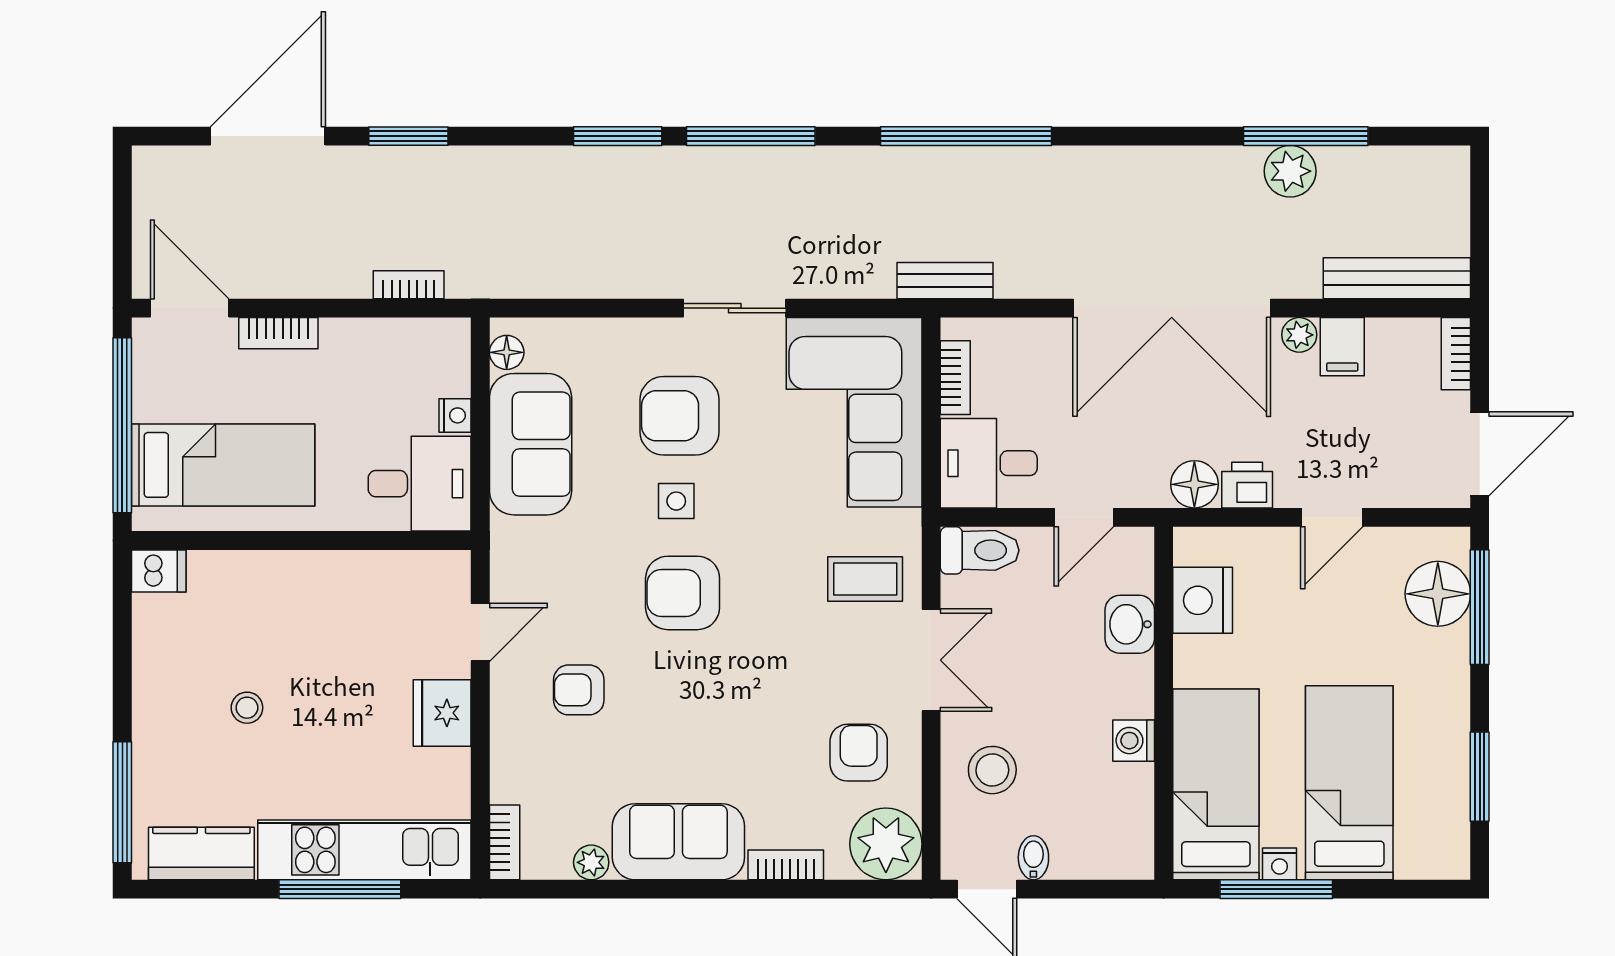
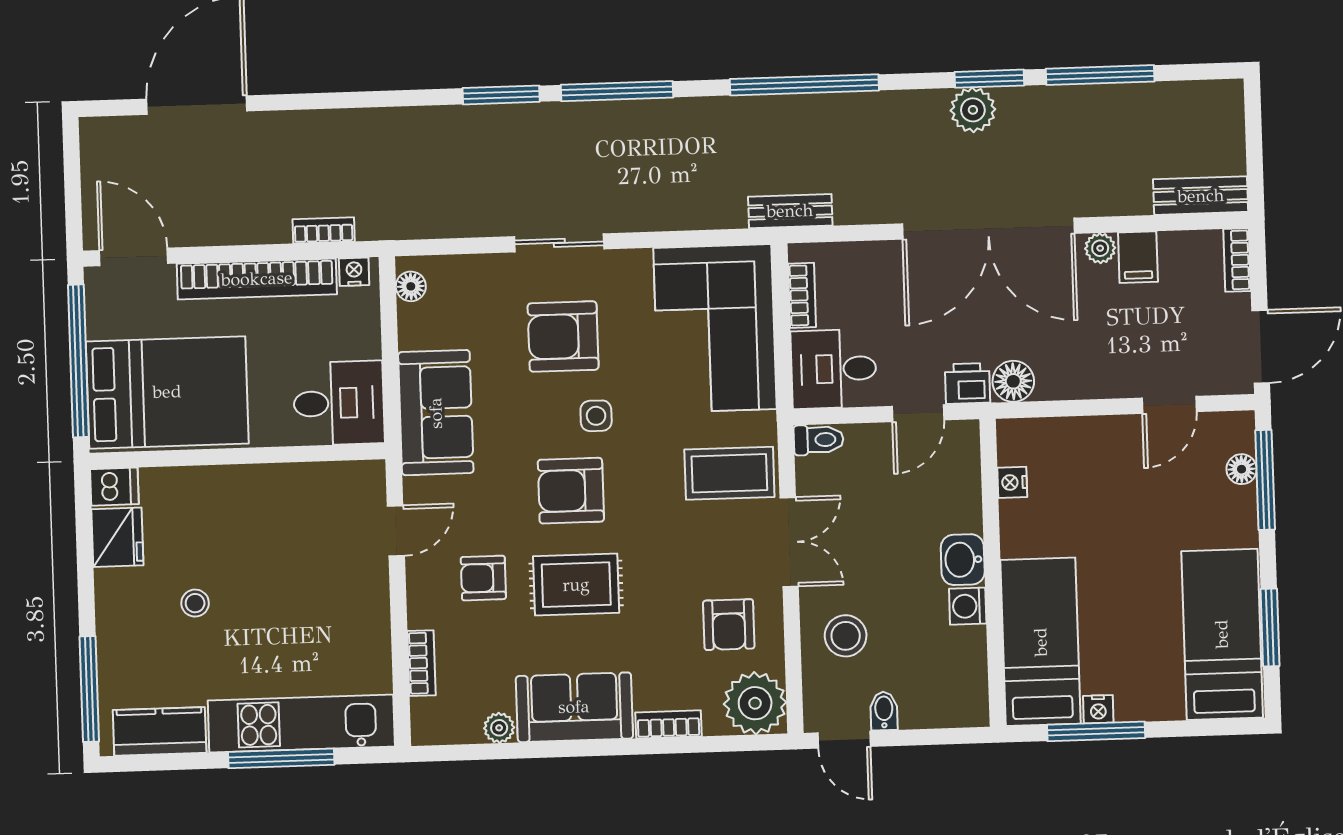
window: (408, 136) -> (989, 79), moved
plant: (1290, 171) -> (973, 110), moved
bench: (1397, 278) -> (1201, 196), width x0.73
sliding door: (735, 308) -> (559, 243), moved
bookcase: (278, 333) -> (257, 279), width x2.31, depth x1.31
nightstand: (455, 415) -> (354, 272), moved, turned -90
sofa: (531, 444) -> (436, 413), moved
bed: (223, 465) -> (167, 392), width x1.50
printer: (1247, 485) -> (967, 383), moved
side table: (676, 501) -> (596, 416), moved
door: (1332, 517) -> (1169, 405), moved
toilet: (980, 550) -> (818, 440), width x0.73, depth x0.72
coffee table: (865, 579) -> (729, 473), width x1.36, depth x1.30
floor lamp: (1438, 594) -> (1242, 469), width x0.53, depth x0.53
nightstand: (1203, 600) -> (1012, 482), width x0.53, depth x0.56
washbasin: (1130, 624) -> (963, 560), moved
rug: (685, 701) -> (576, 585), added
fridge: (442, 713) -> (117, 537), moved, turned 180
armchair: (859, 753) -> (729, 625), turned 180
bed: (1349, 783) -> (1222, 634), moved
bookcase: (505, 842) -> (421, 663), moved

